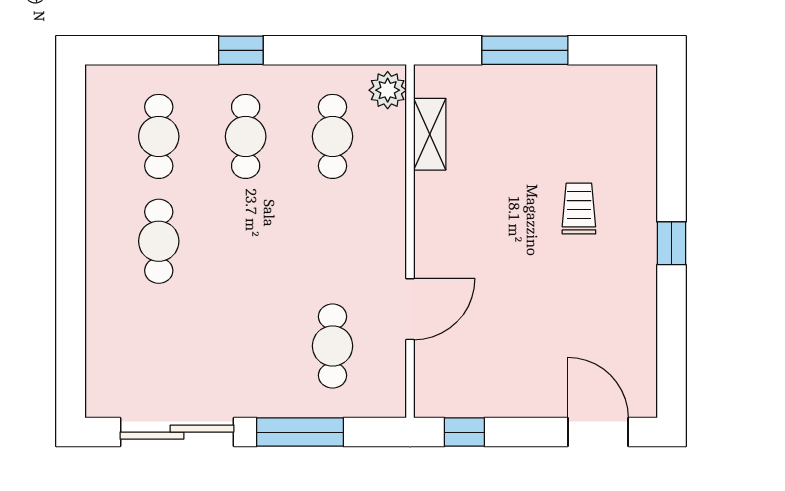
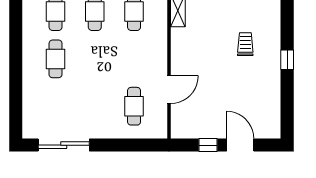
window: (300, 432) -> (119, 145), removed
window: (464, 432) -> (208, 145), moved
door: (598, 432) -> (240, 145), moved

